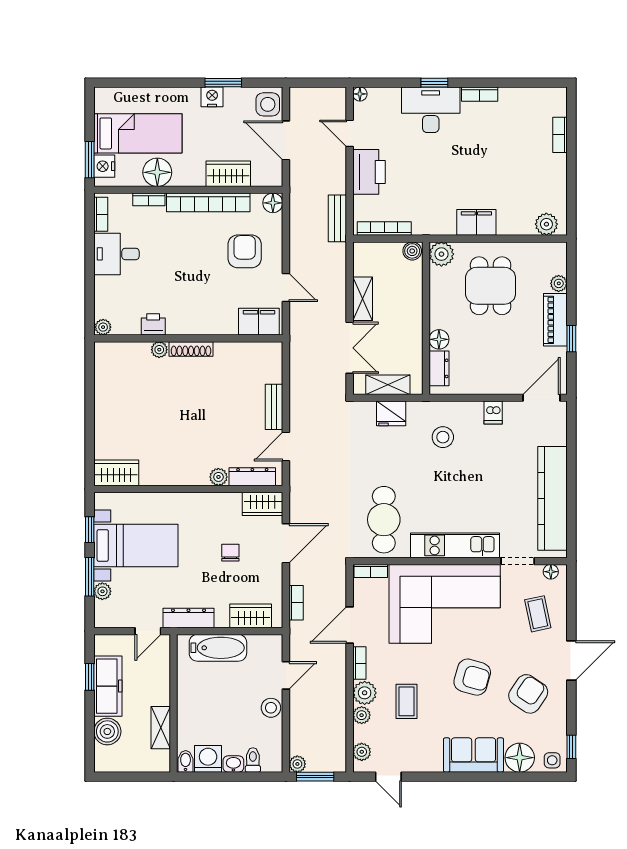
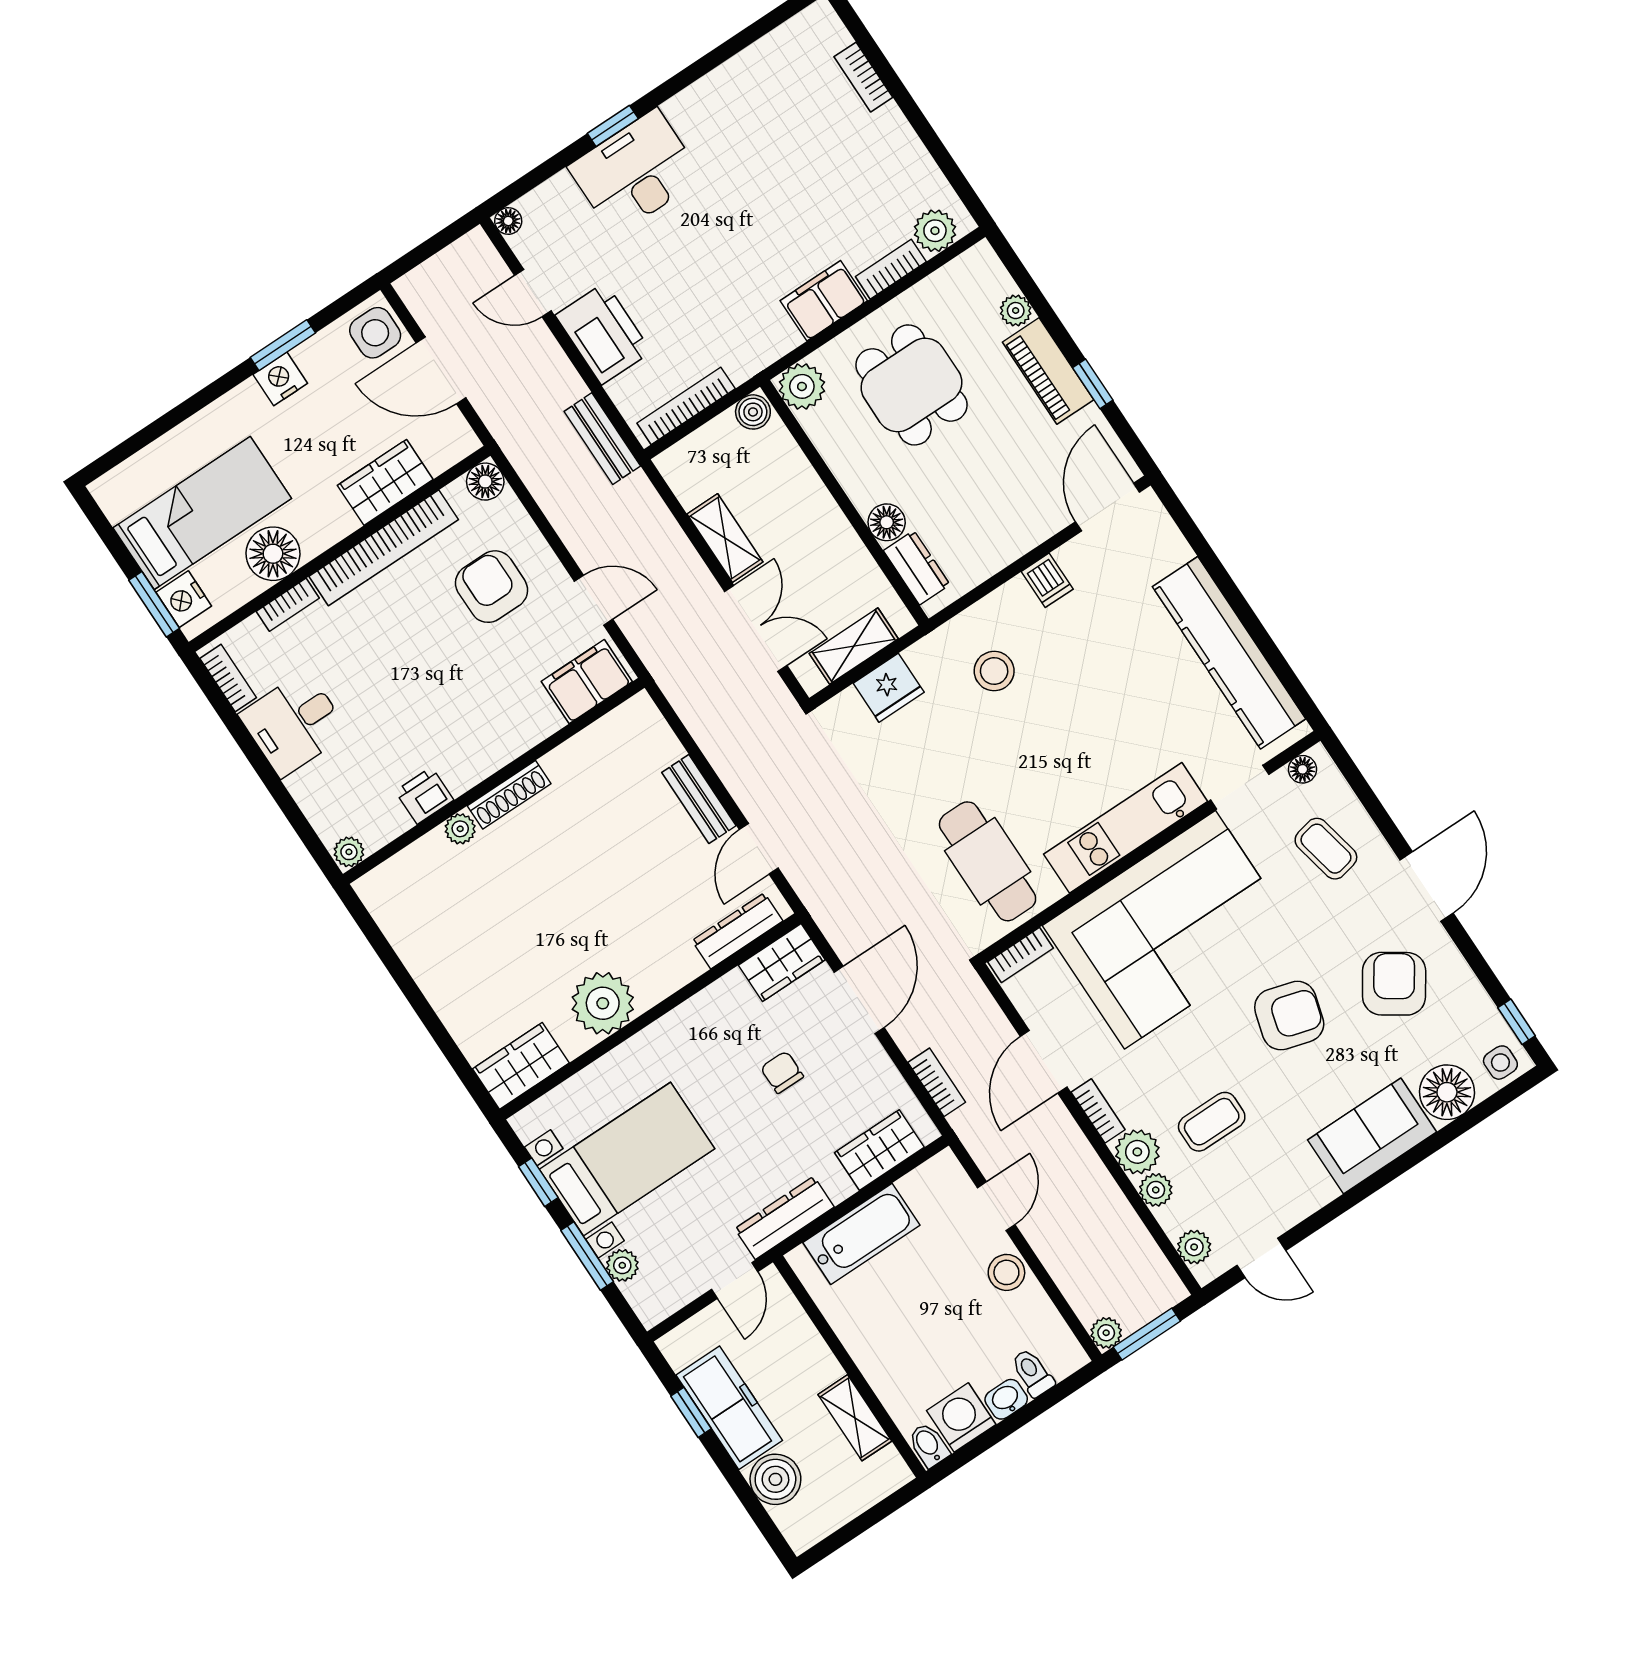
bookcase: (480, 94) -> (891, 269), moved, turned 180
plant: (218, 477) -> (603, 1003), moved, width x1.88, depth x1.88
coffee table: (407, 701) -> (1212, 1122), turned 90

